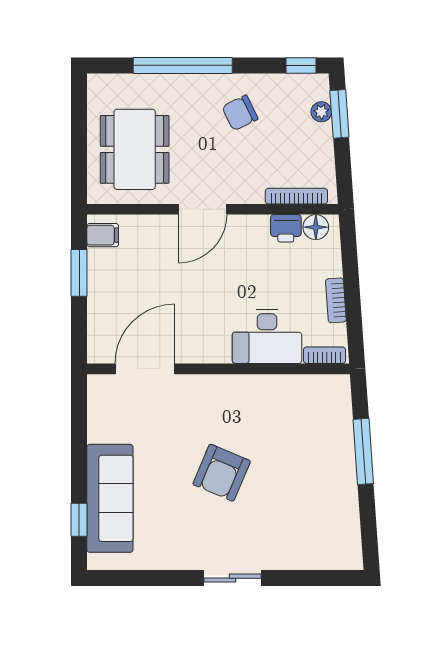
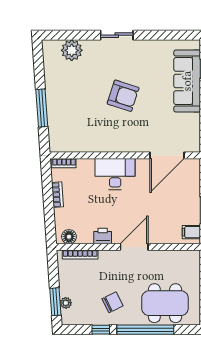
window: (301, 65) -> (101, 330), moved
dining table: (135, 149) -> (165, 303), moved, turned 90
printer: (286, 228) -> (103, 236), moved
desk: (267, 336) -> (115, 174), moved
armchair: (222, 473) -> (123, 96), turned 85
plant: (311, 552) -> (72, 50), added

